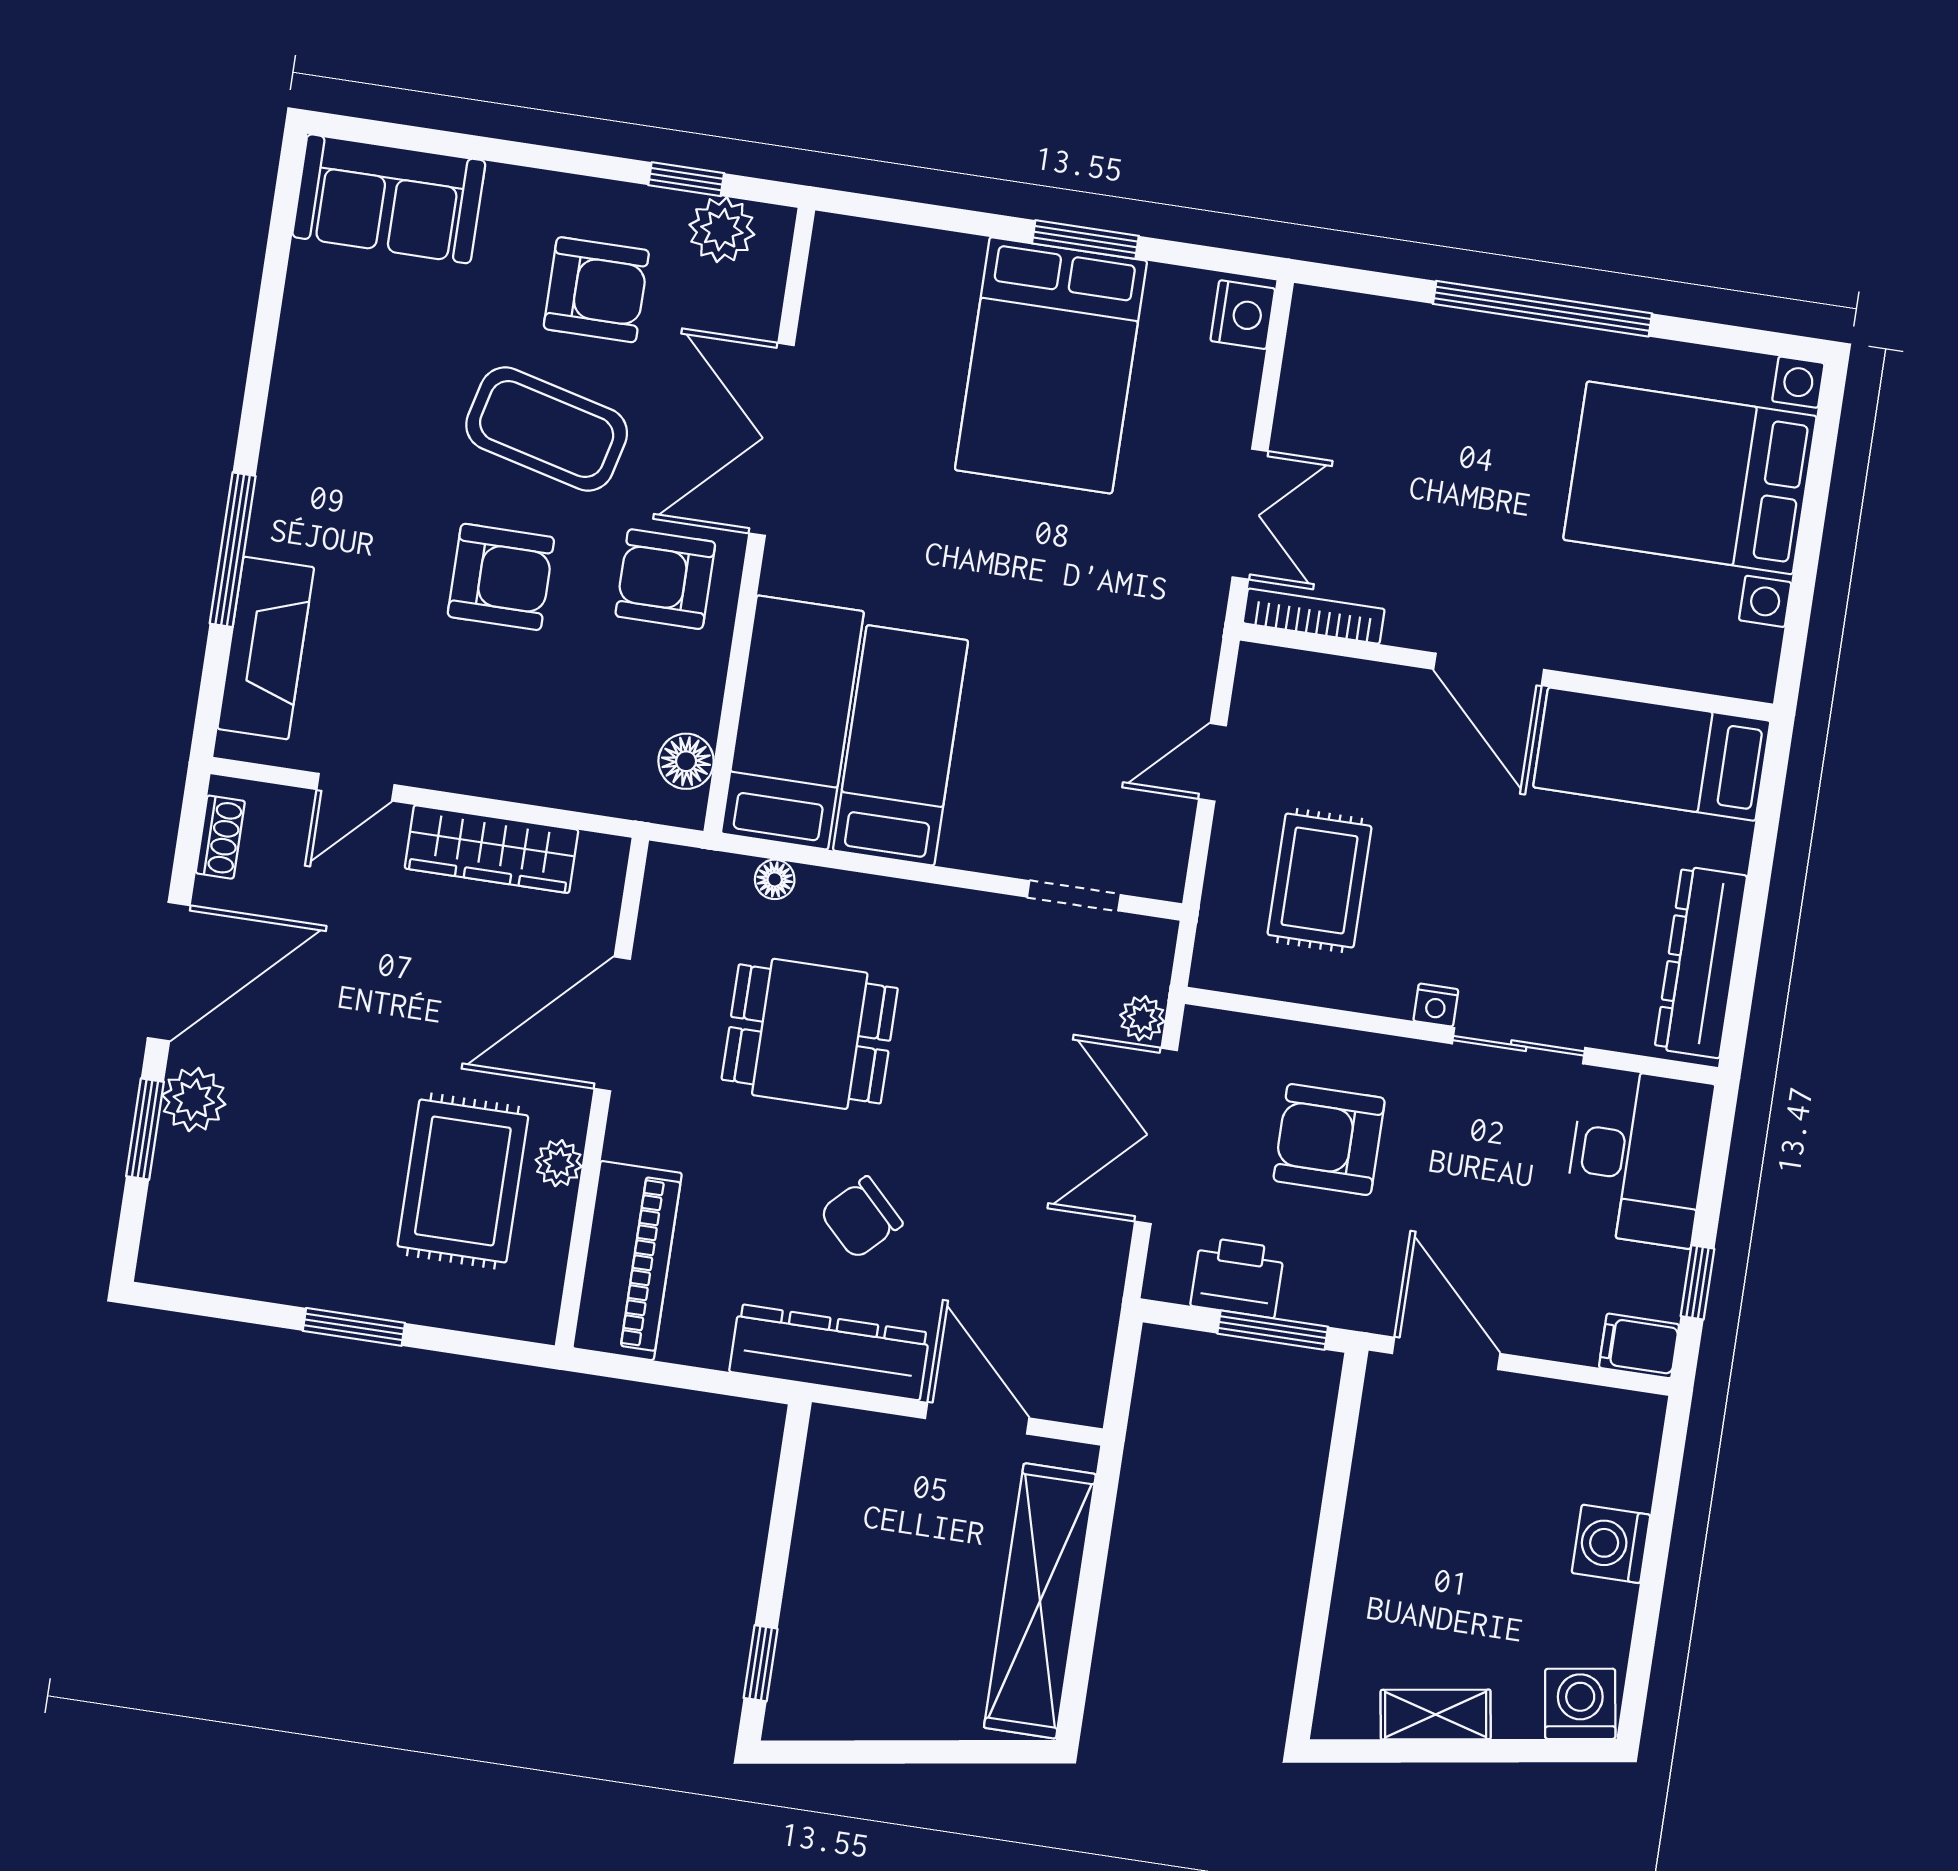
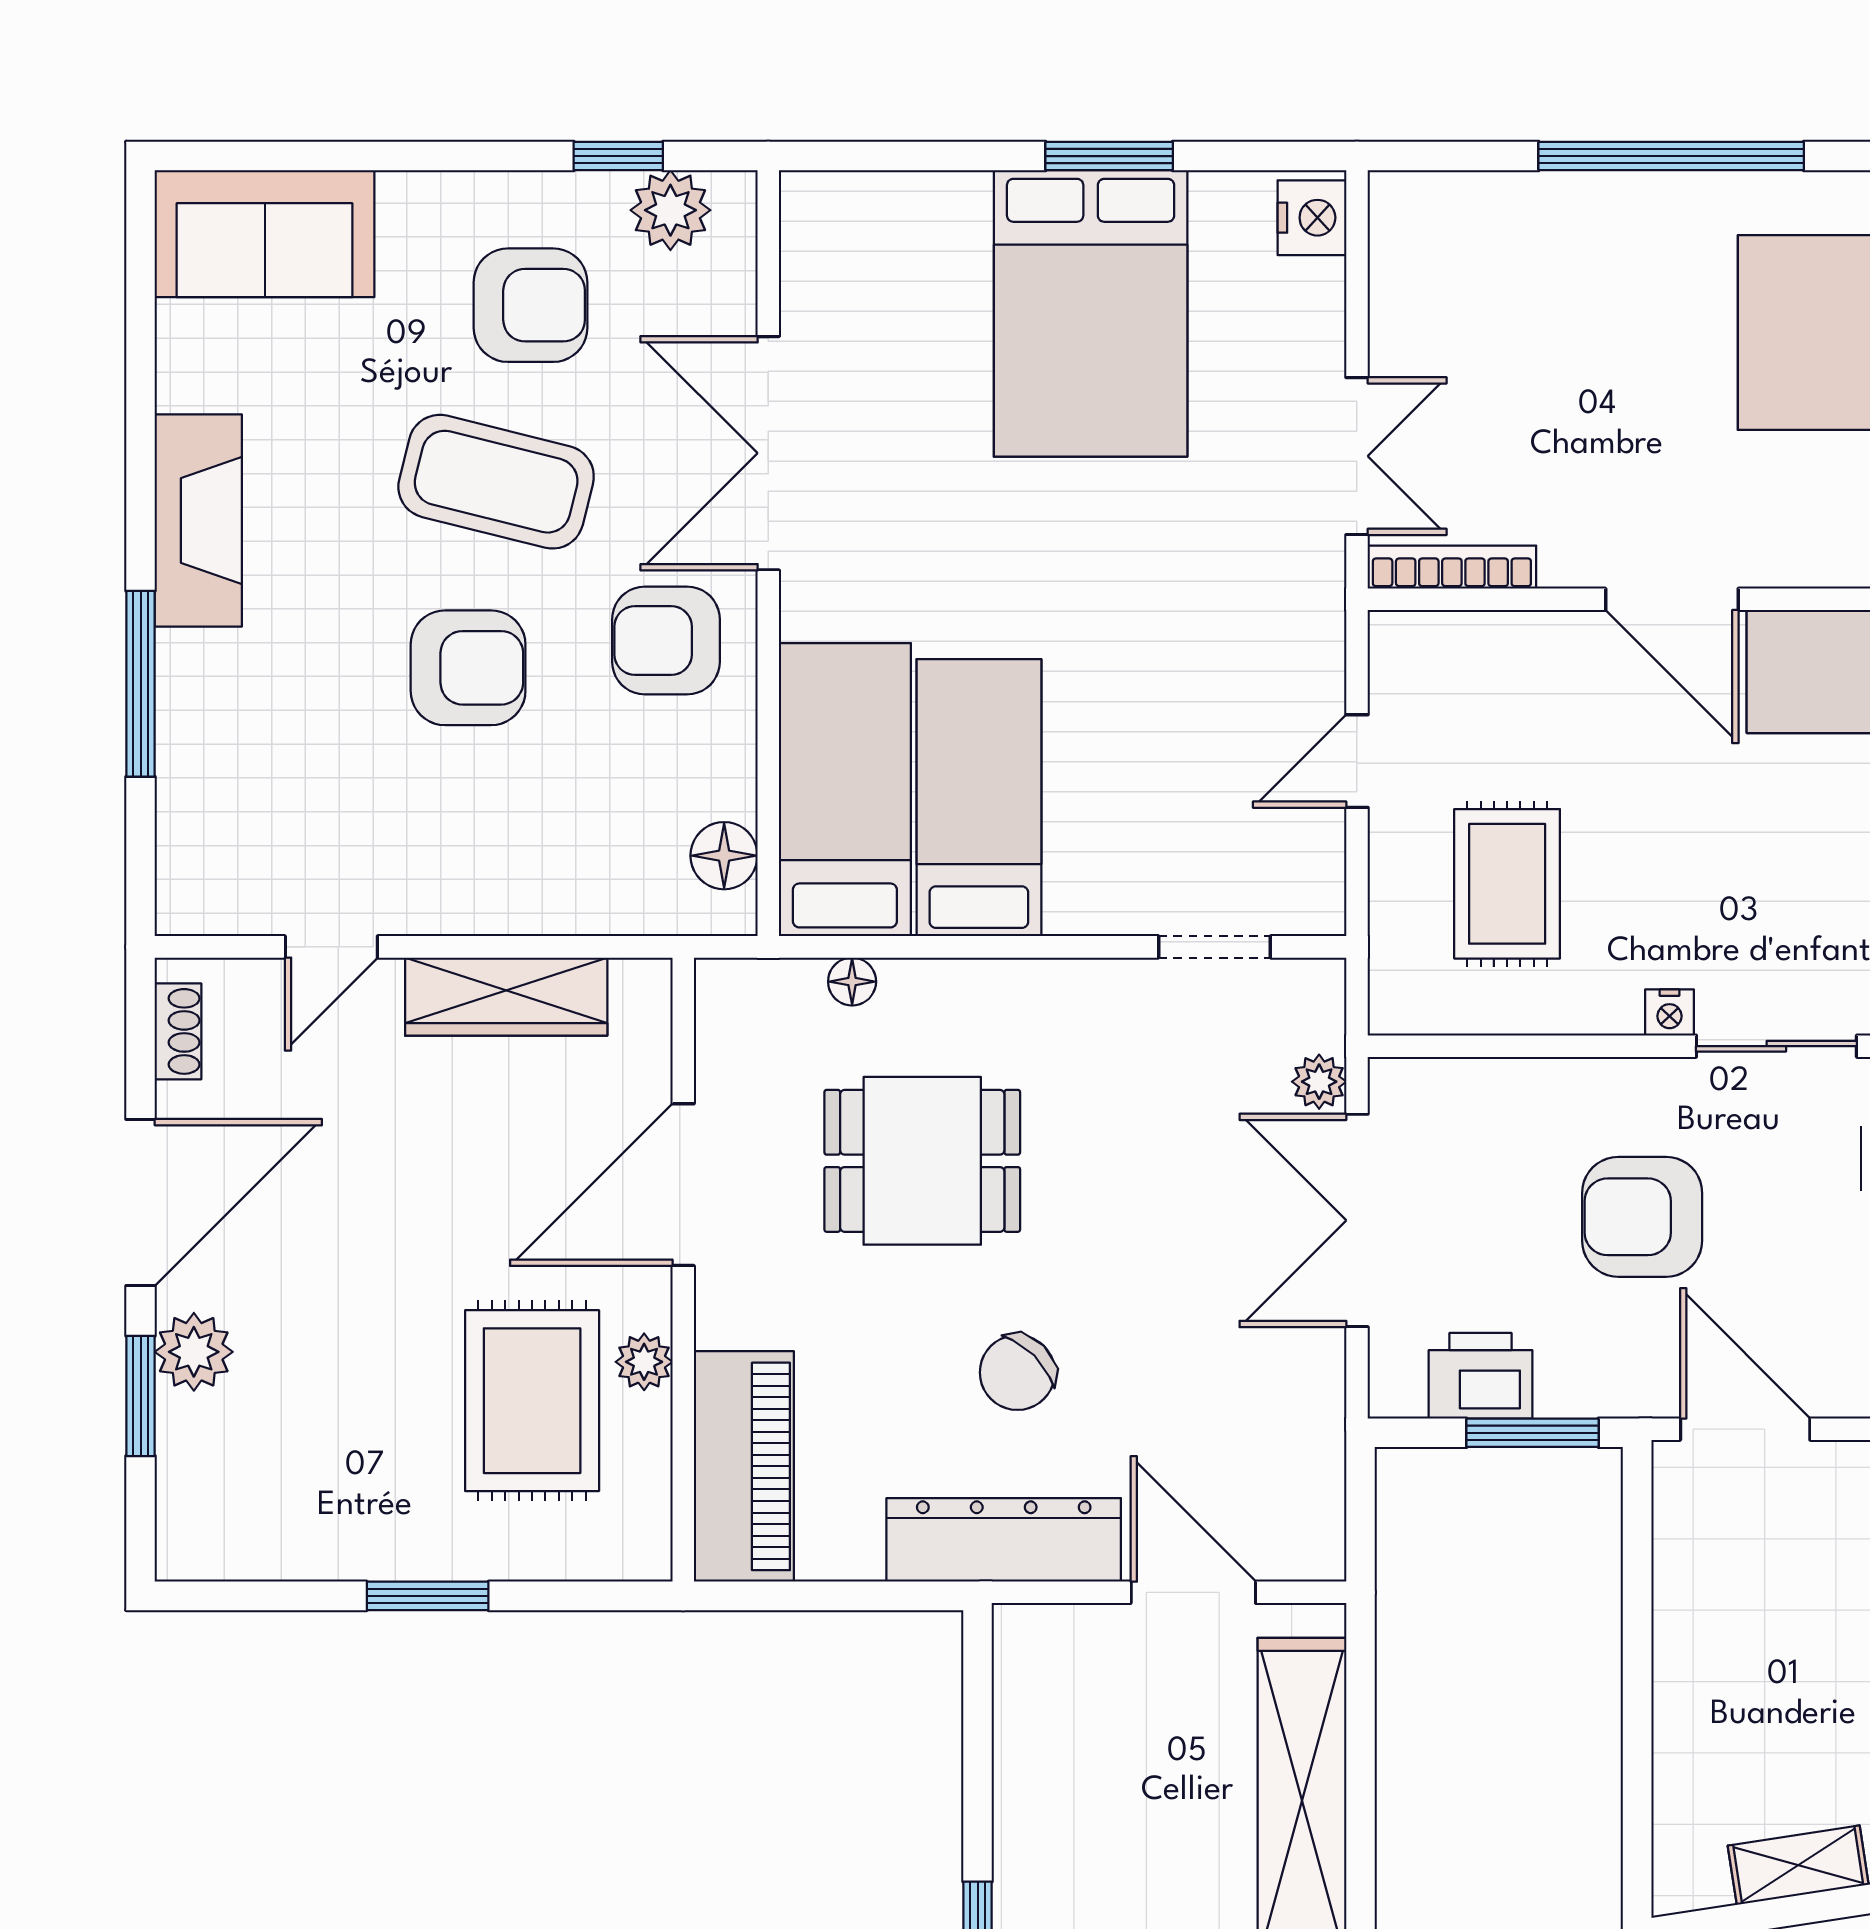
fireplace: (266, 648) -> (198, 521), moved
armchair: (1329, 1139) -> (1642, 1217), moved

